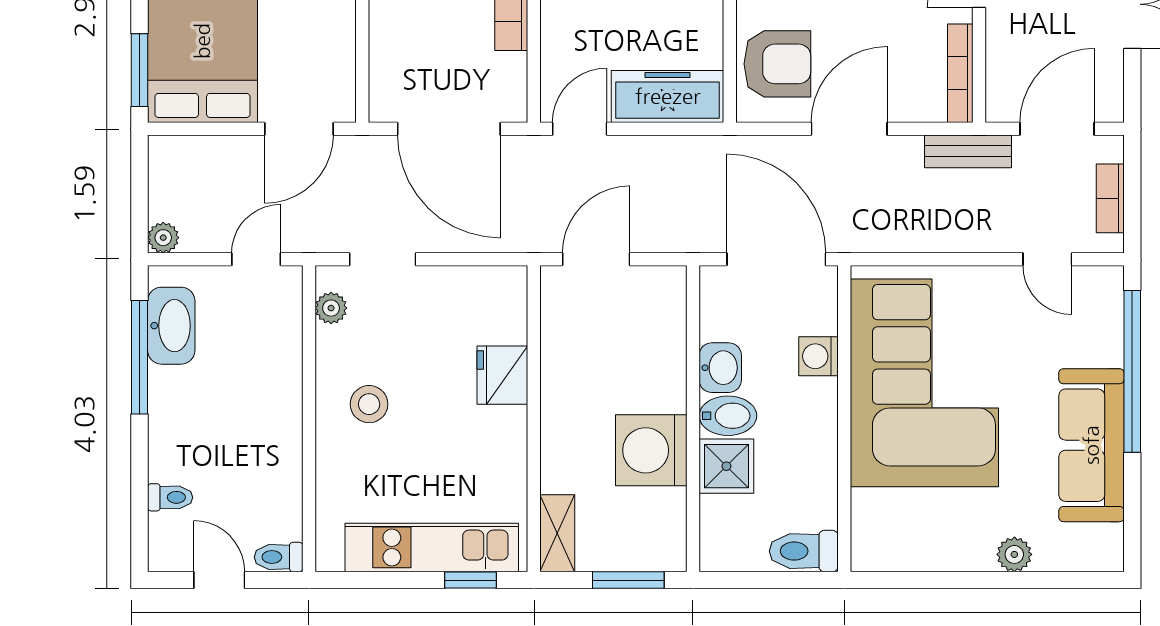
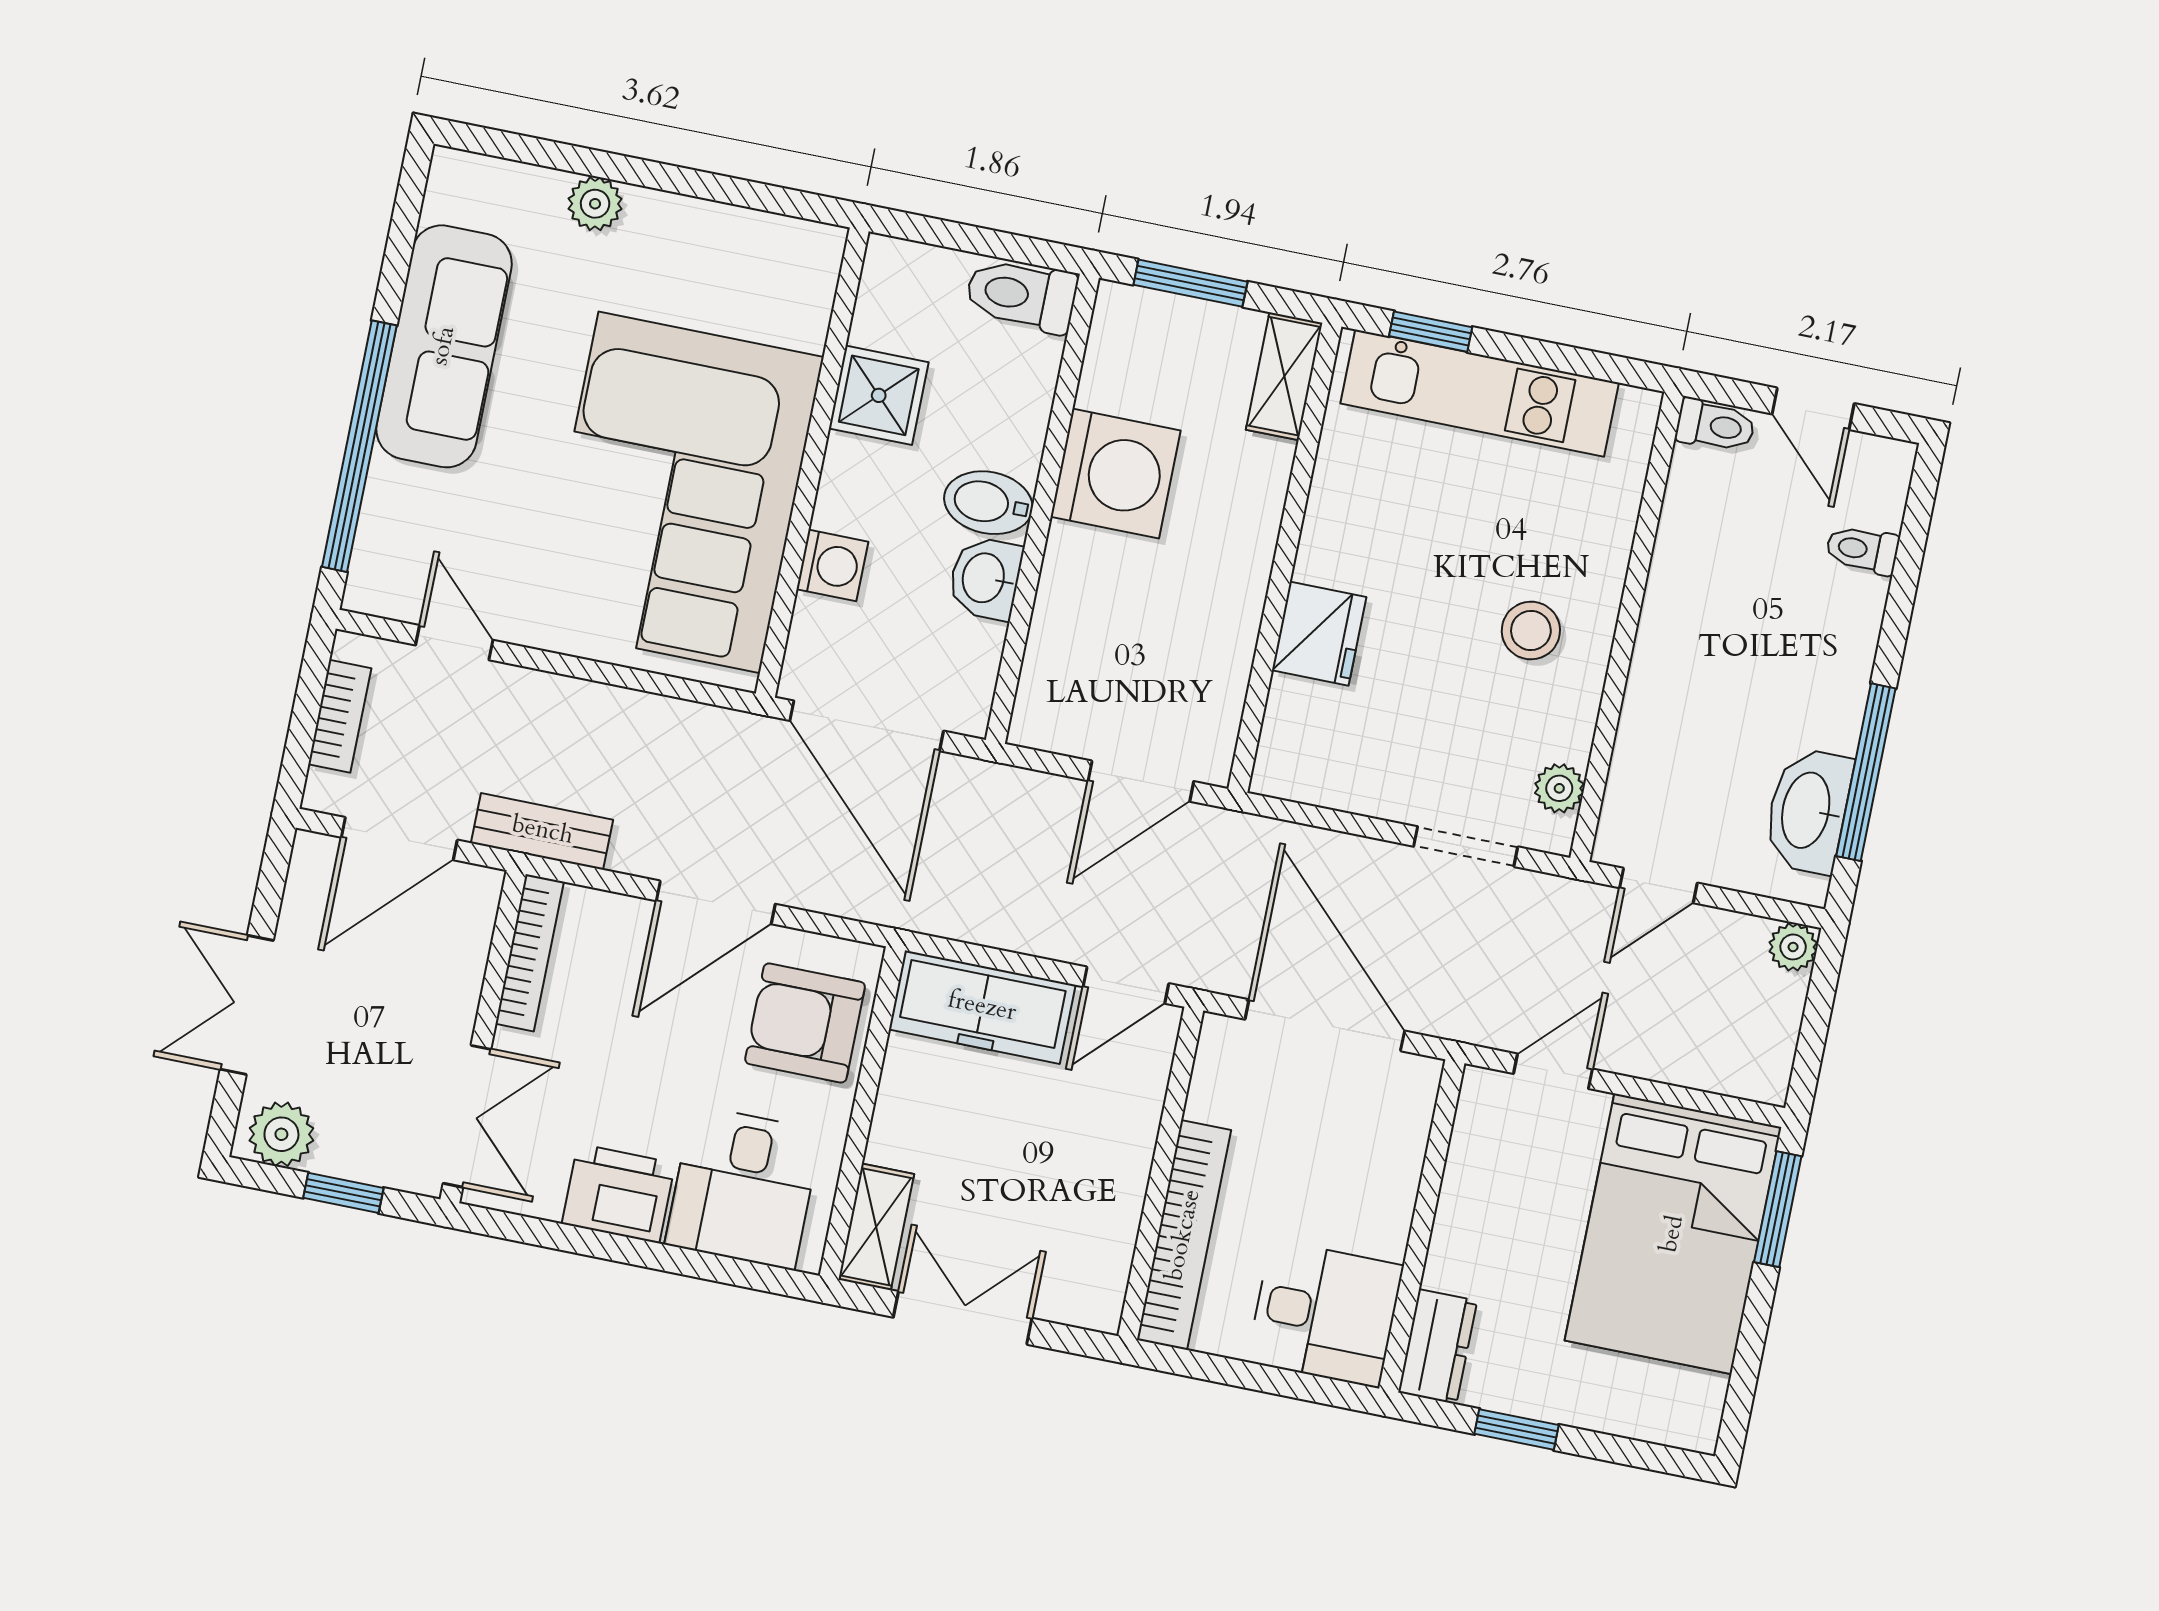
door: (299, 129) -> (1553, 1071), width x0.73
shower: (726, 466) -> (879, 395), moved
toilet: (804, 551) -> (1021, 295), moved, turned 180

